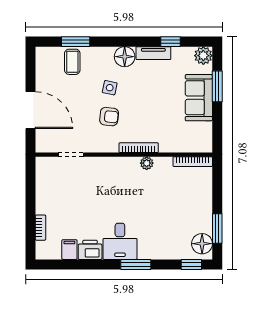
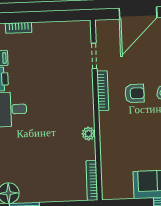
armchair: (109, 117) -> (135, 93), turned -96
bookcase: (139, 148) -> (103, 91), moved

